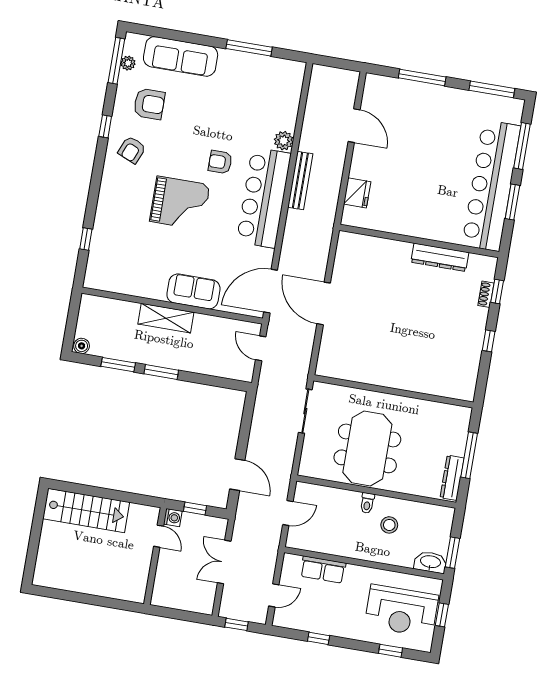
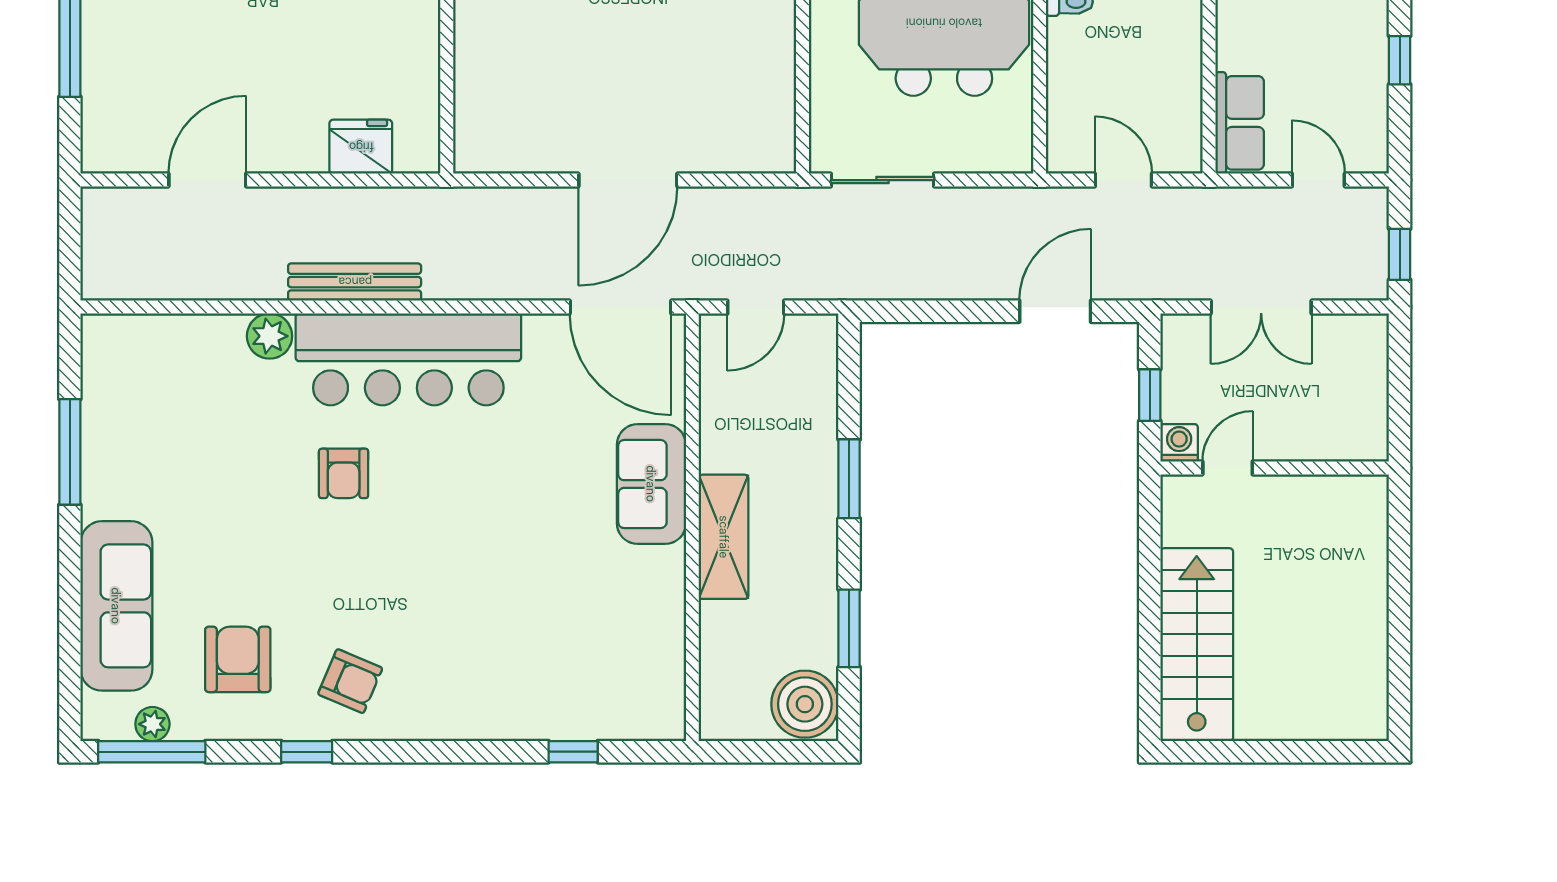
grand piano: (180, 203) -> (454, 550), removed
boiler: (82, 346) -> (805, 704), width x1.86, depth x1.86
window: (161, 372) -> (849, 479), moved
row of seats: (323, 570) -> (1240, 123), moved

